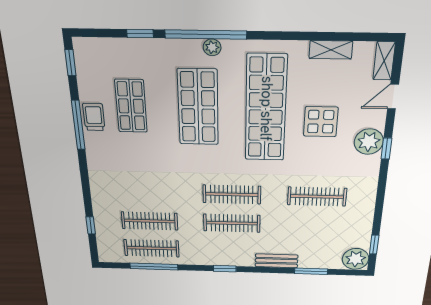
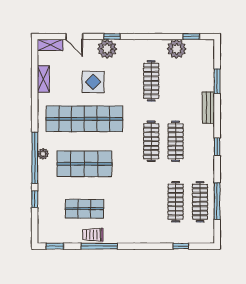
plant: (356, 259) -> (177, 49), moved

